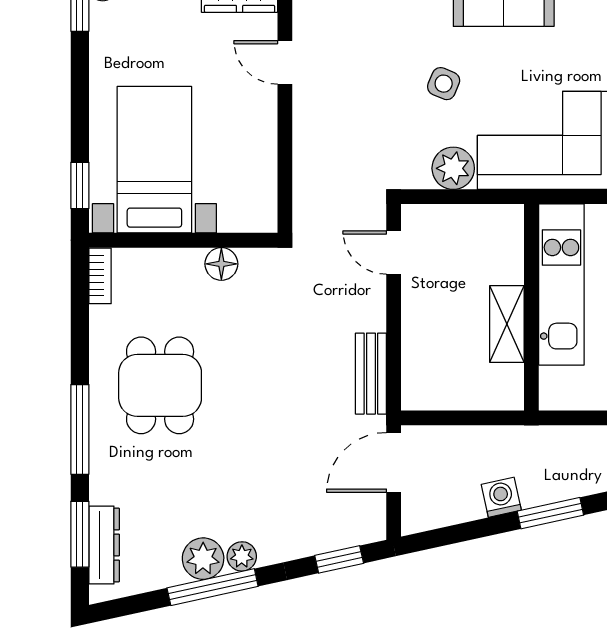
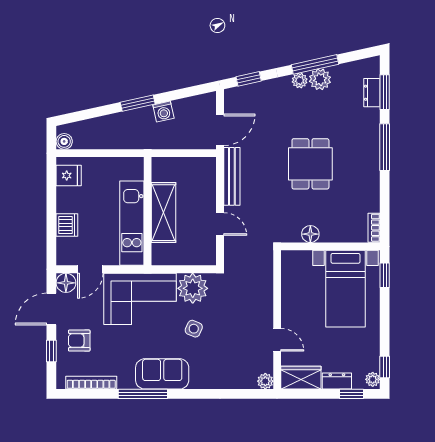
plant: (453, 168) -> (193, 288), width x1.36, depth x1.36
door: (394, 252) -> (220, 224), moved
shelving: (507, 324) -> (163, 213), width x1.50, depth x1.33
bench: (371, 374) -> (232, 176), width x1.36
dining table: (160, 385) -> (310, 164), moved
dresser: (104, 545) -> (372, 93), width x0.70

